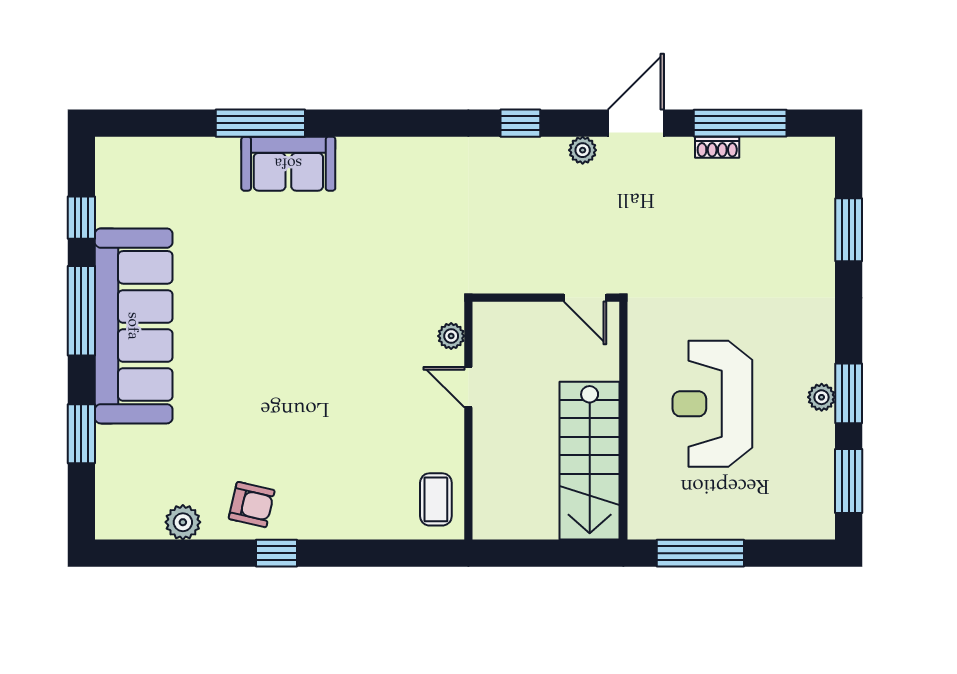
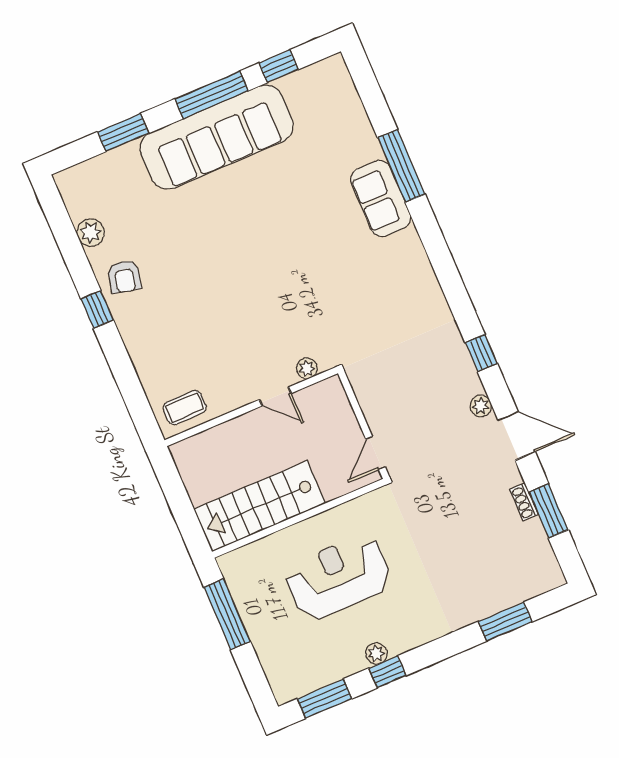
window: (740, 123) -> (549, 511), width x0.69
door: (468, 387) -> (275, 396), swing flipped
window: (849, 393) -> (387, 672), width x0.67

